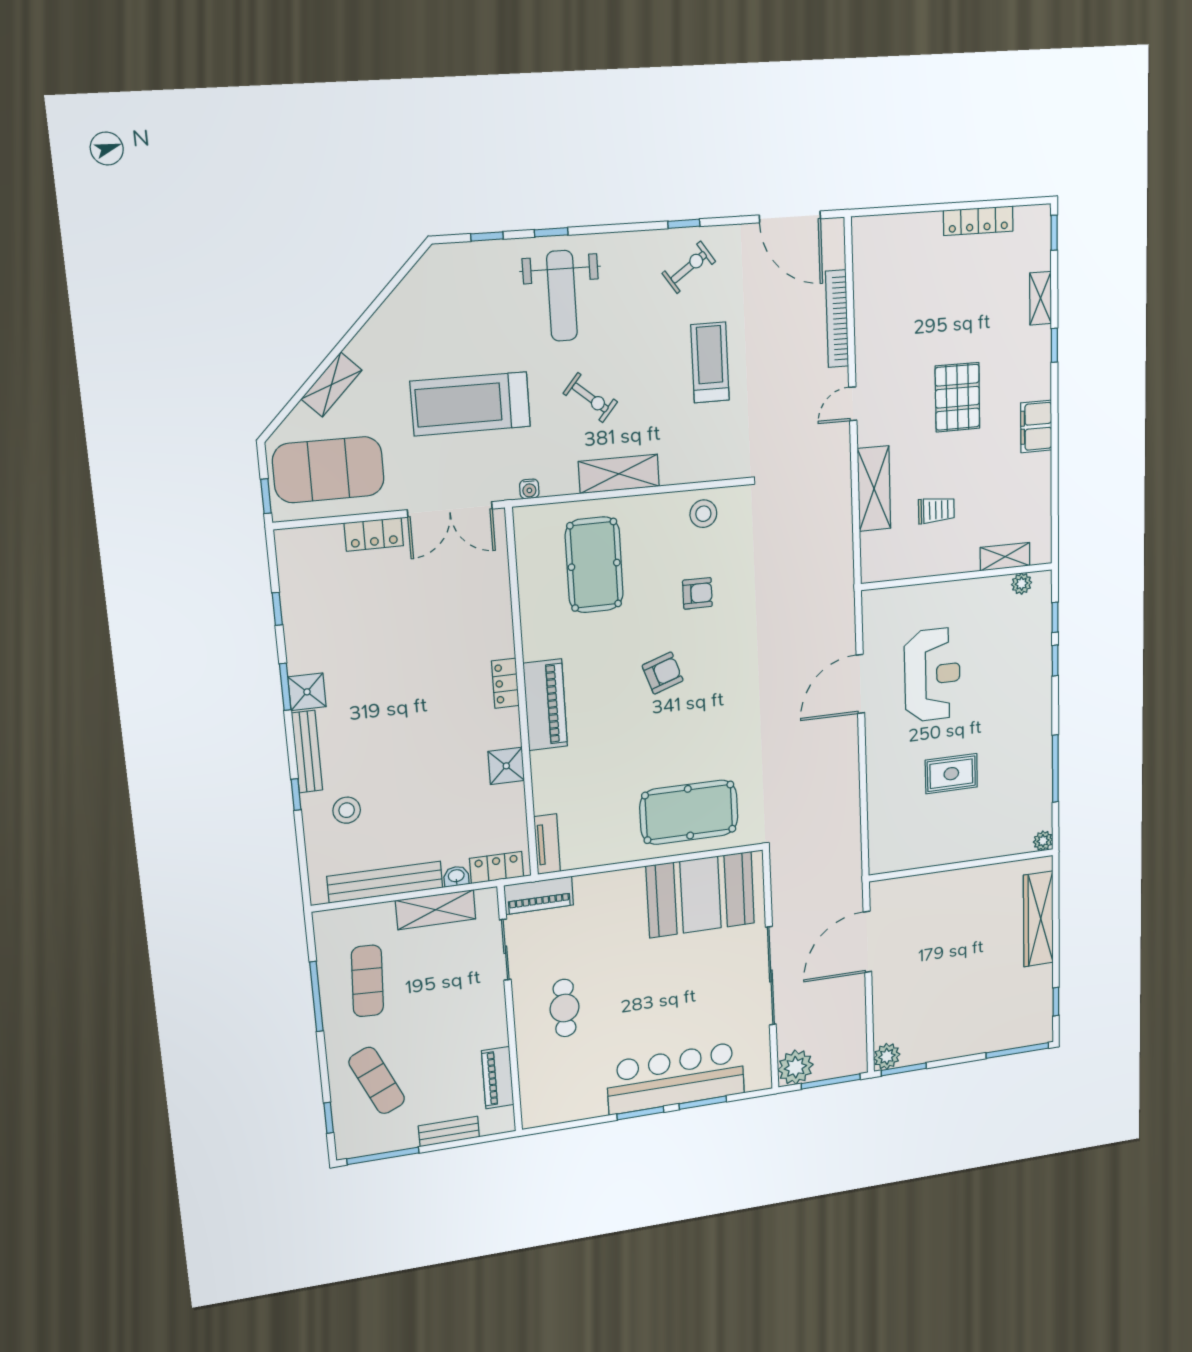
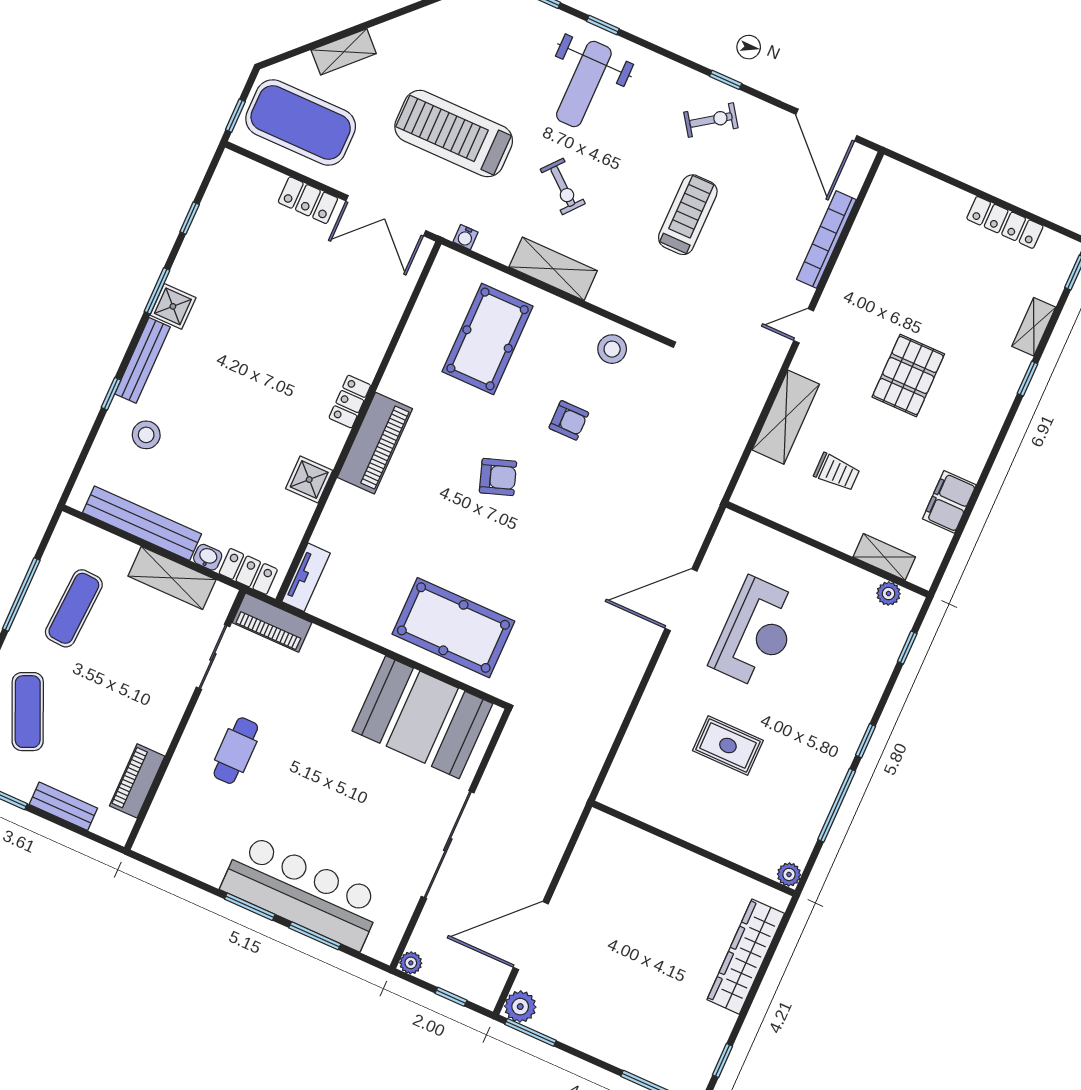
filing cabinet: (1036, 426) -> (949, 502), moved
window: (1055, 661) -> (866, 741), moved
door: (867, 942) -> (531, 936), moved
plant: (795, 1067) -> (411, 963), width x0.53, depth x0.53
window: (831, 1081) -> (451, 997), width x0.46

